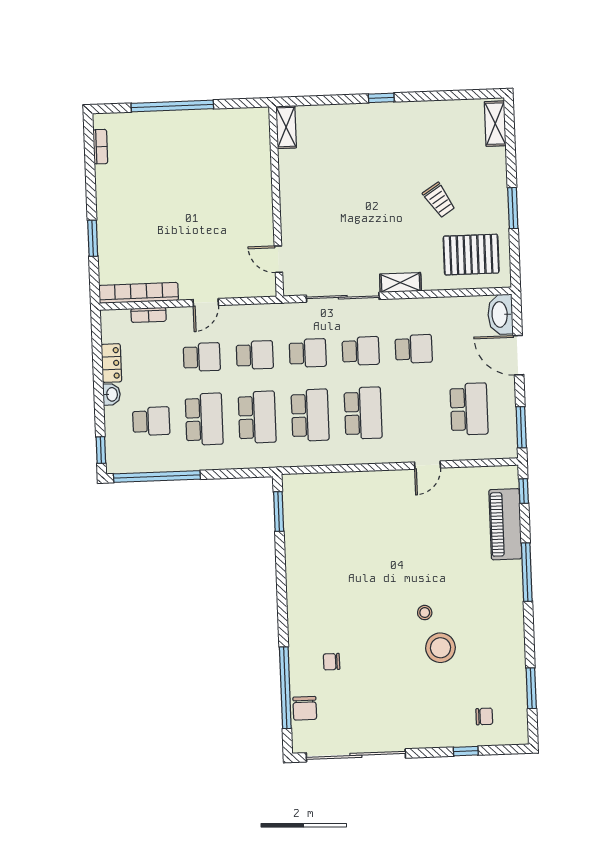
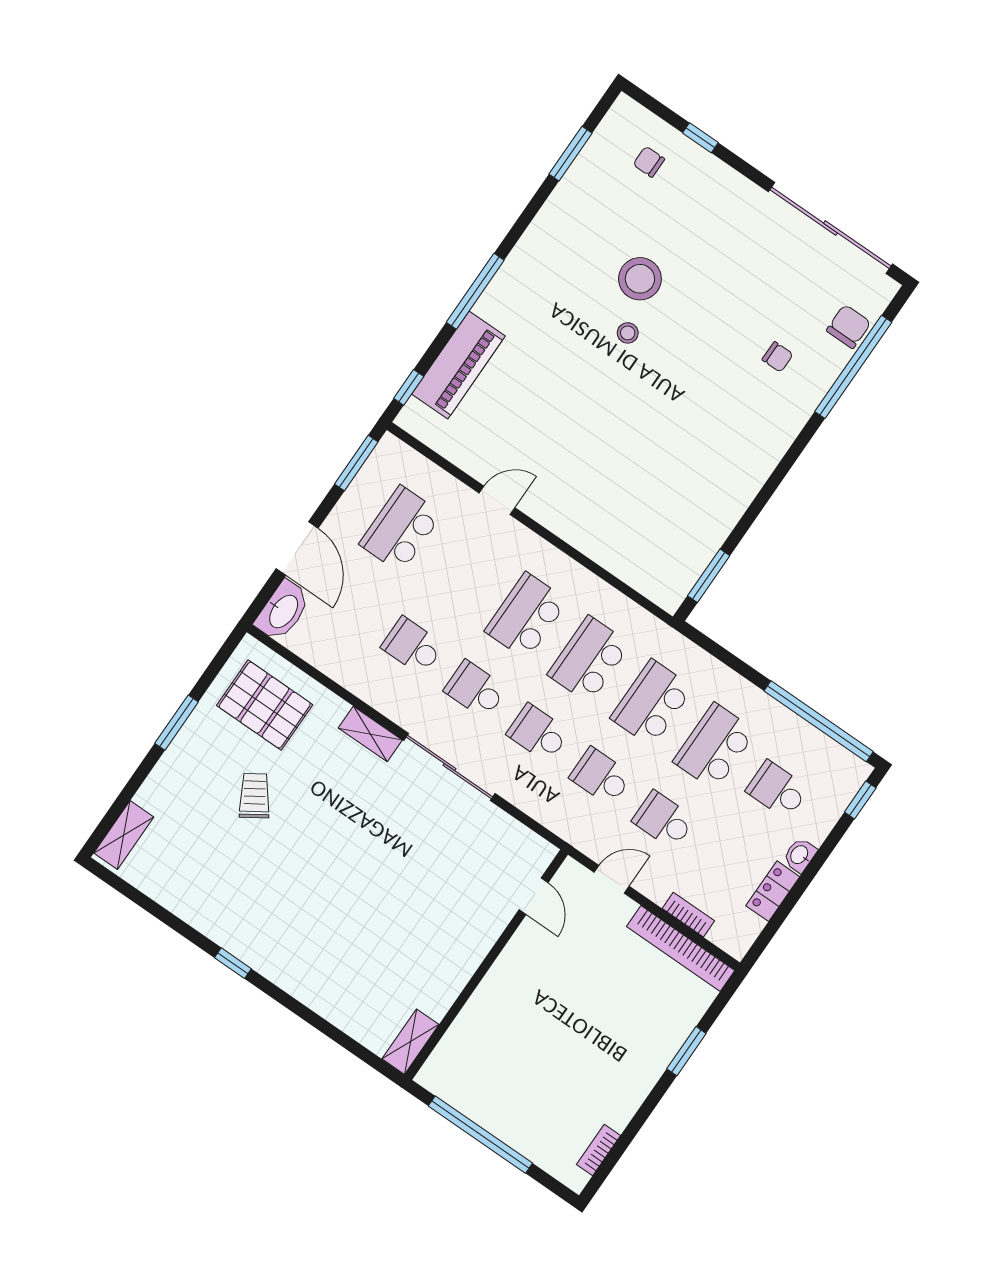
shelving: (286, 127) -> (411, 1042), moved
wall: (276, 201) -> (486, 965), moved
door: (278, 259) -> (534, 896), moved

